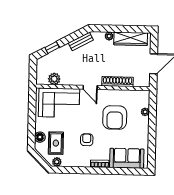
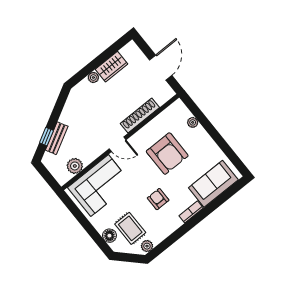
wardrobe: (131, 39) -> (111, 67), width x0.67
bench: (81, 41) -> (57, 138), moved

